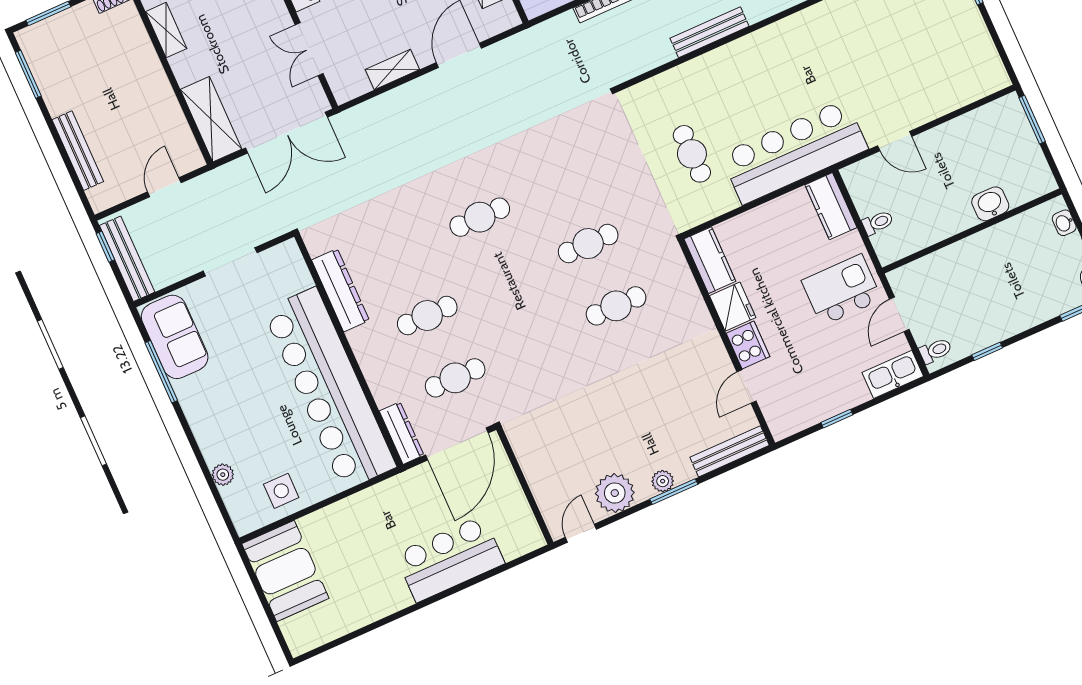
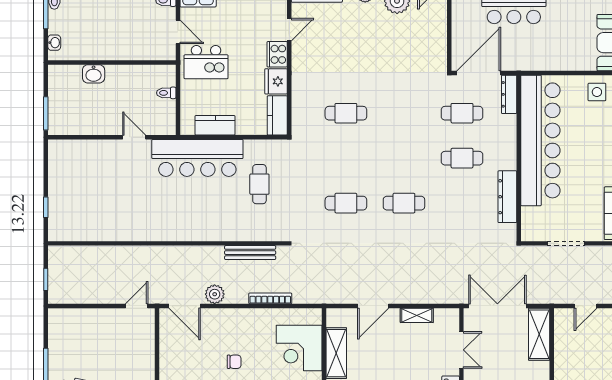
bench: (709, 32) -> (250, 253), moved
kitchen counter: (831, 206) -> (215, 125), moved, turned -90
cafe table: (588, 244) -> (346, 203), moved
door: (899, 314) -> (178, 32), hinge flipped

